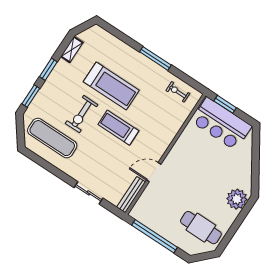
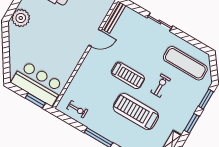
exercise bike: (82, 114) -> (161, 86), width x0.73, depth x0.72
sliding door: (88, 193) -> (160, 22), moved

